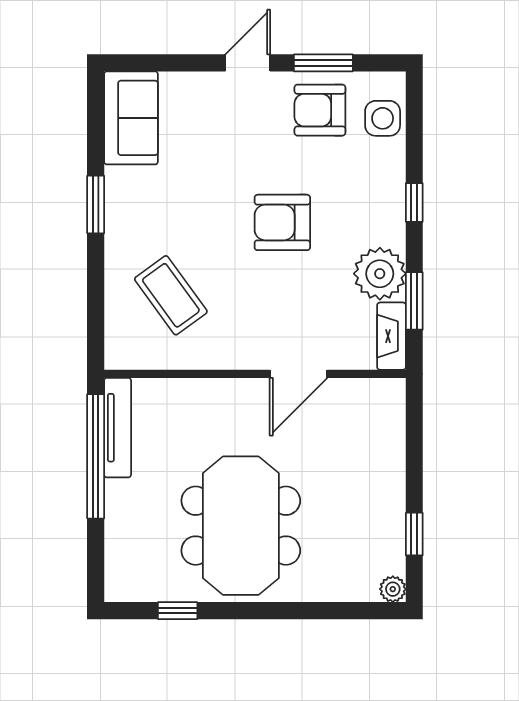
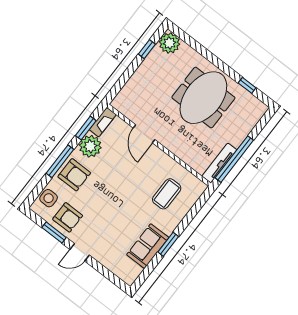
sofa: (131, 118) -> (148, 246), moved
window: (414, 202) -> (60, 161), width x2.17
armchair: (282, 222) -> (74, 175), moved
coffee table: (171, 295) -> (167, 194), turned 36
door: (299, 374) -> (144, 134), swing flipped
plant: (393, 589) -> (169, 43), width x1.87, depth x1.87

